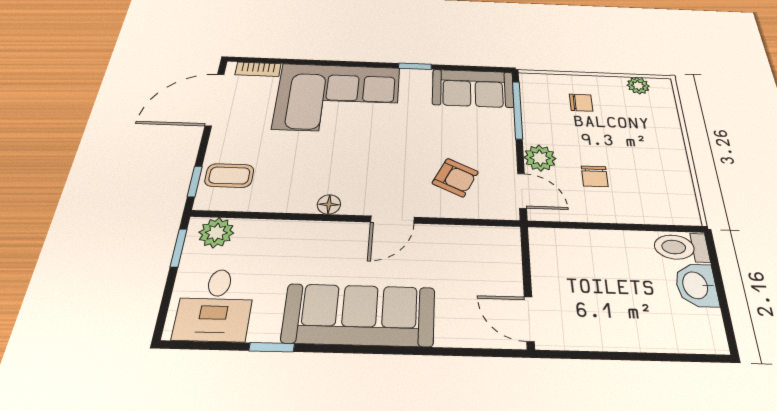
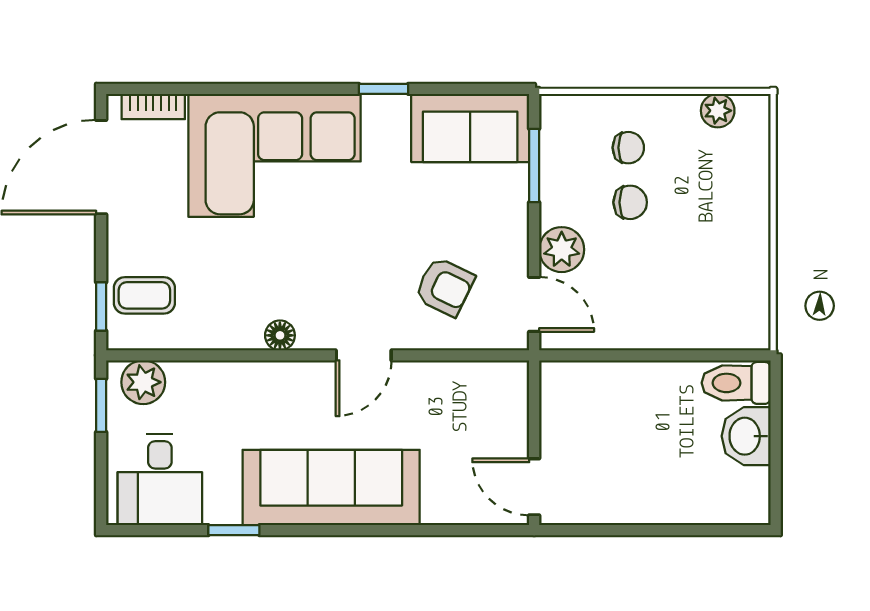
window: (517, 110) -> (534, 166), width x0.69
chair: (595, 176) -> (630, 202), moved, turned -90

